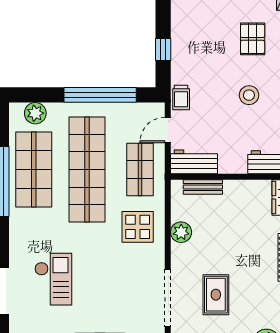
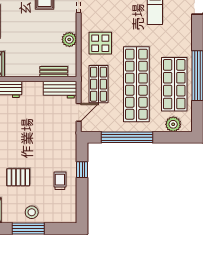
pallet: (253, 39) -> (18, 177), turned 90
stool: (249, 95) -> (21, 137), removed
trolley: (181, 98) -> (60, 181), moved

